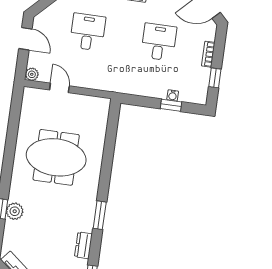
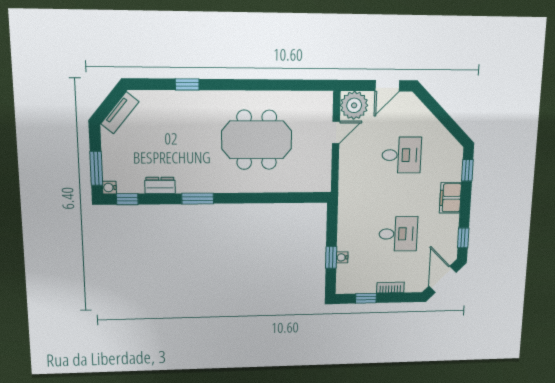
plant: (32, 74) -> (354, 105), width x1.87, depth x1.87
meeting table: (56, 157) -> (257, 140), turned 90
plant: (15, 211) -> (187, 100), removed

